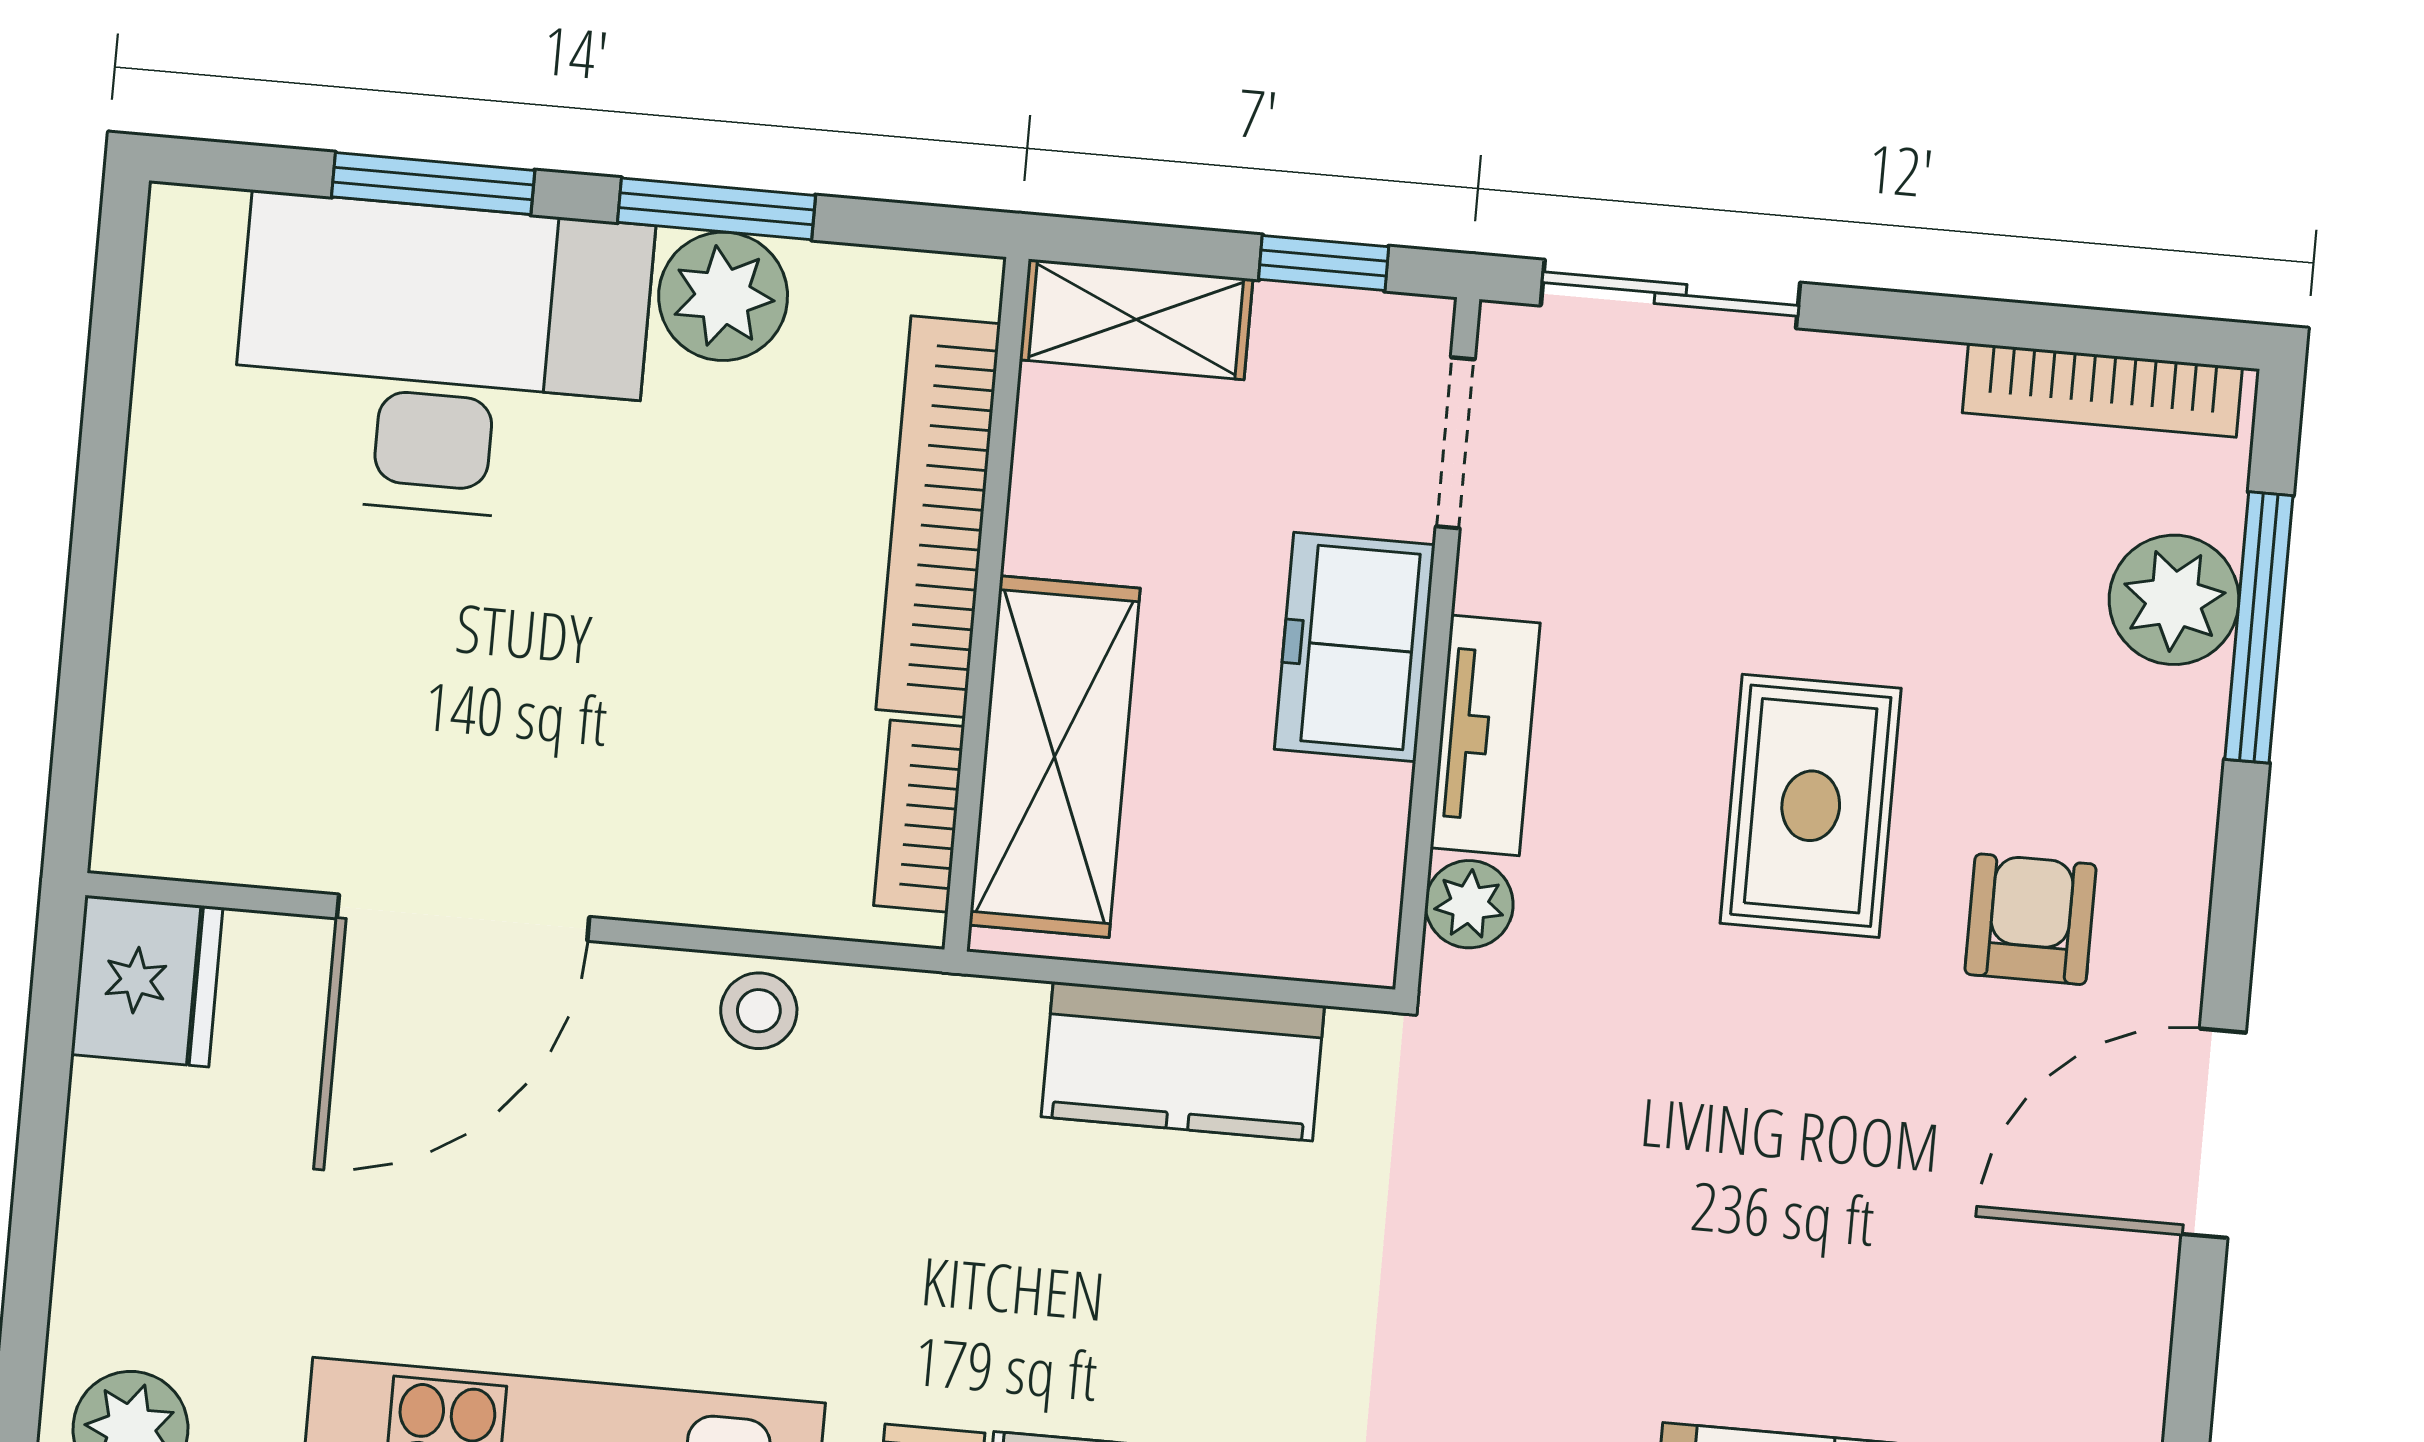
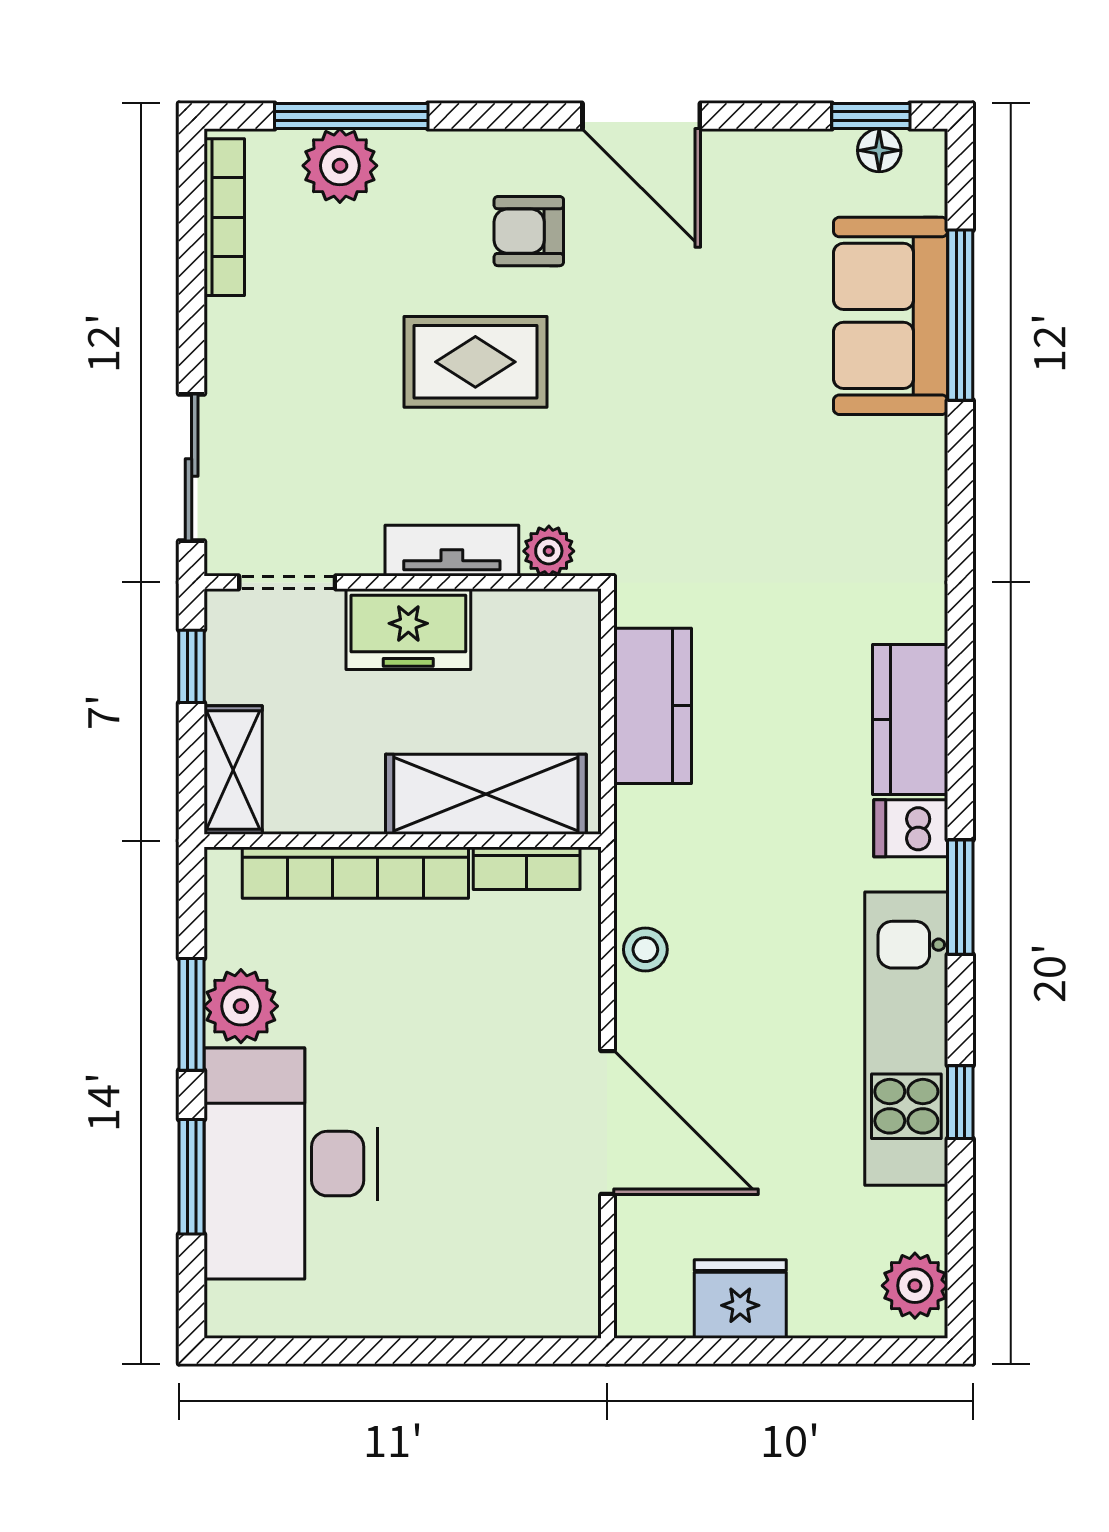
fridge: (147, 981) -> (740, 1299), moved

